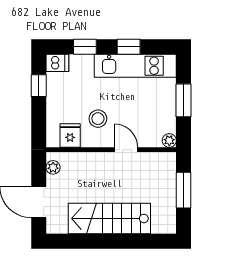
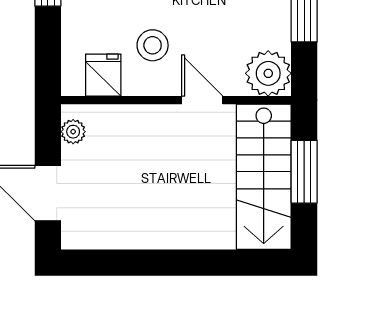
plant: (169, 141) -> (268, 73), width x1.88, depth x1.88
stairs: (109, 218) -> (264, 177), moved, turned -90

